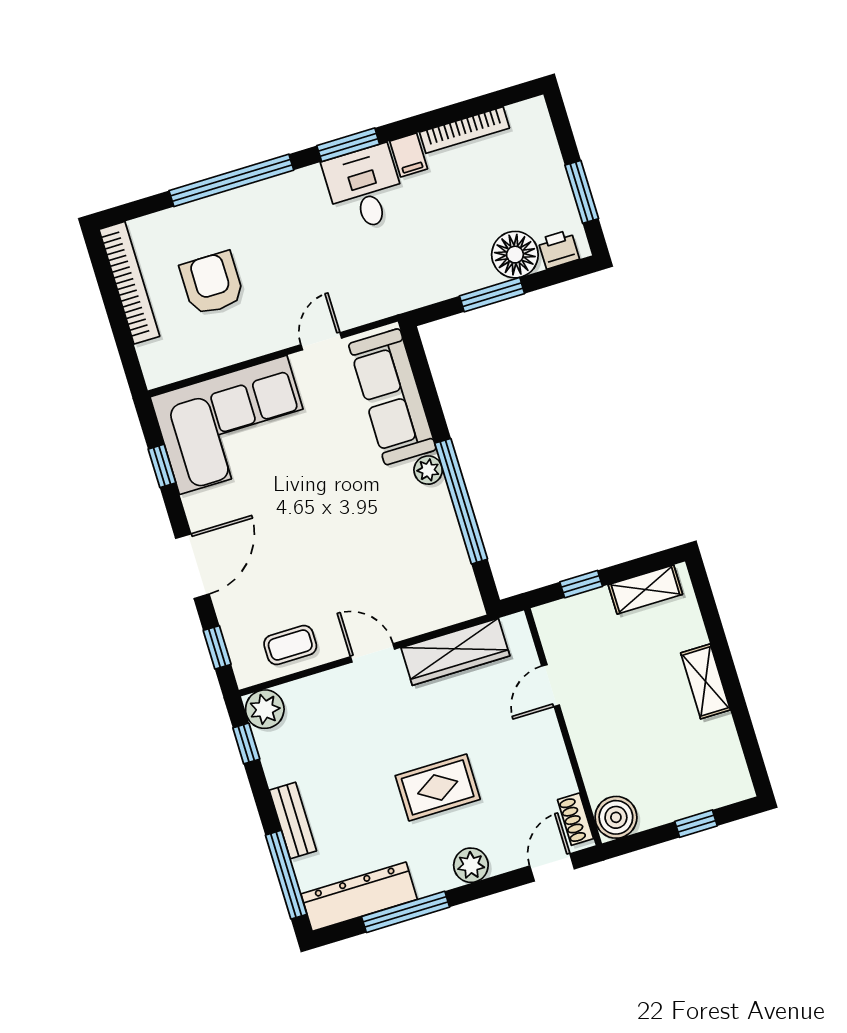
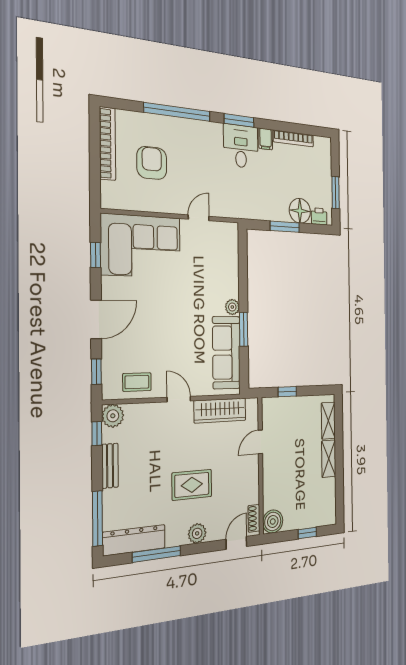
sofa: (392, 397) -> (226, 353), moved
window: (461, 501) -> (244, 329), width x0.47
shelving: (645, 590) -> (328, 421), moved, turned 90
bench: (293, 821) -> (110, 466), moved

